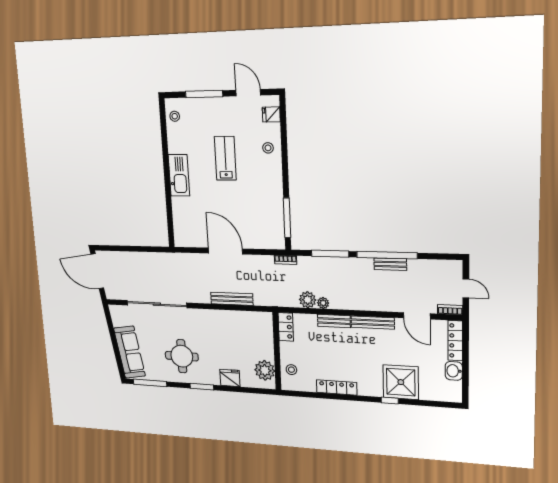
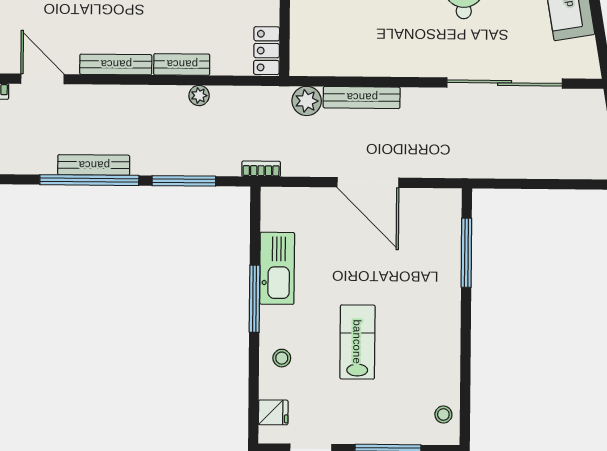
lab bench: (225, 158) -> (357, 342), turned 180
kitchen sink: (179, 175) -> (277, 268), moved, turned 180
window: (169, 211) -> (466, 253), added
window: (287, 218) -> (255, 299), moved
bench: (390, 264) -> (94, 165), width x1.36
plant: (308, 300) -> (307, 101), moved

